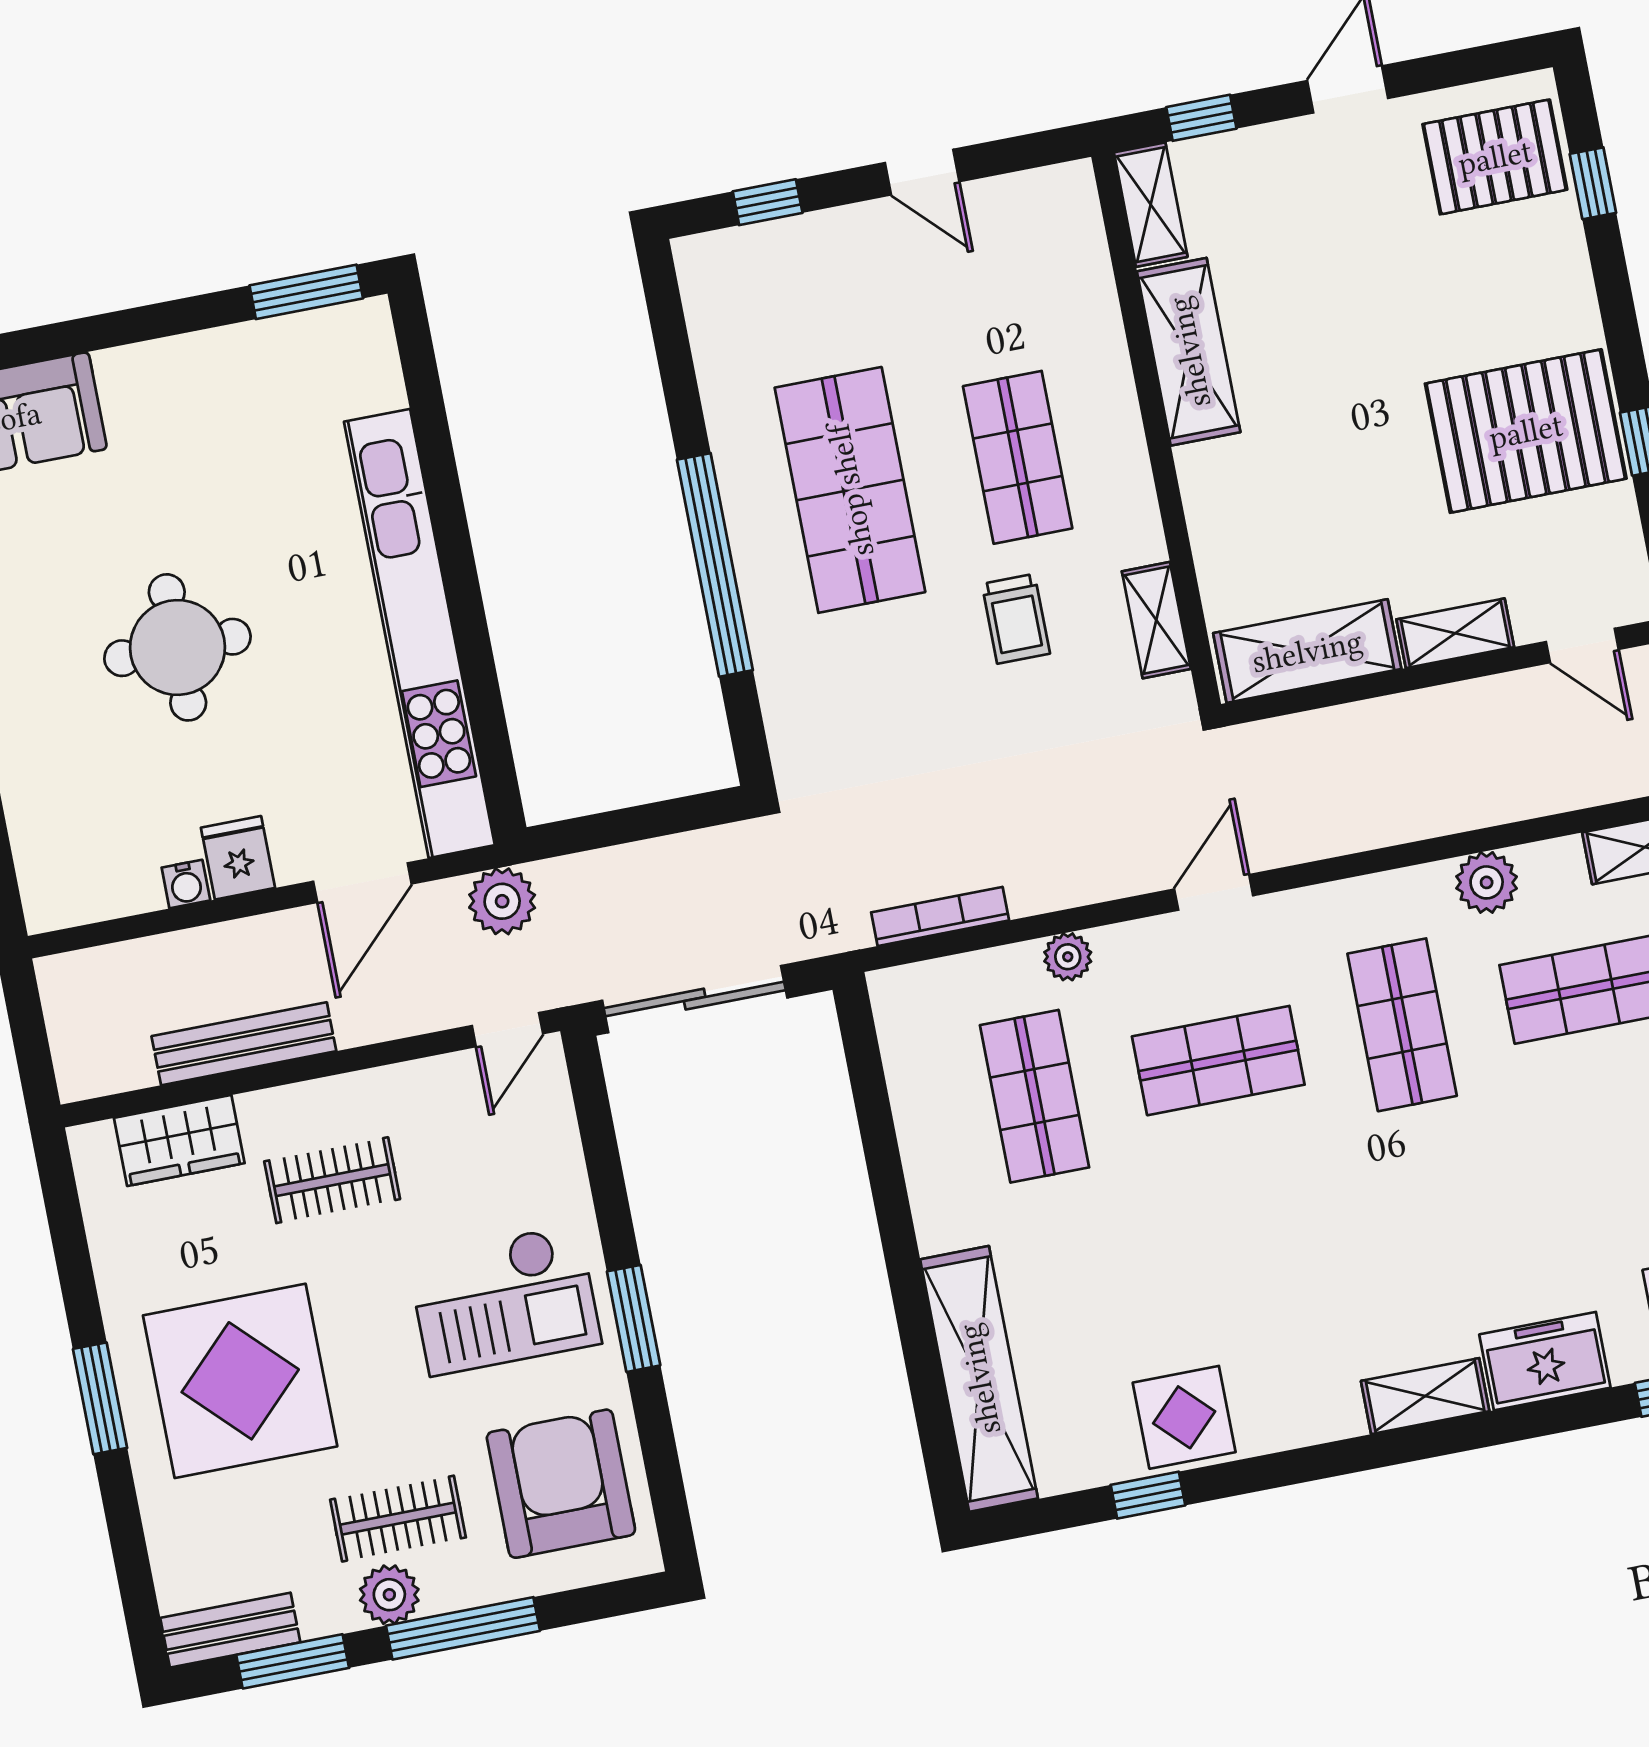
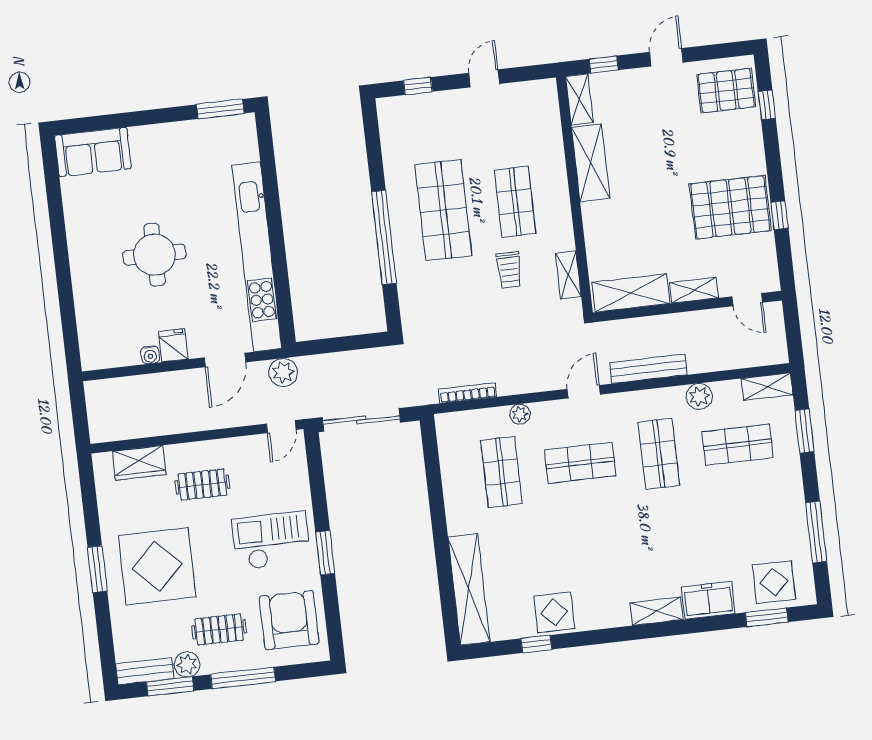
door: (922, 172) -> (484, 78), swing flipped
bench: (244, 1044) -> (648, 369), moved
checkout: (504, 1300) -> (271, 541), turned 180
plant: (389, 1595) -> (187, 664), moved

